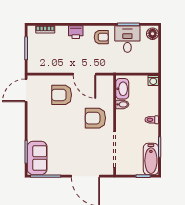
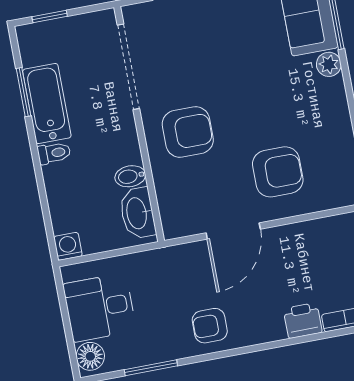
printer: (76, 32) -> (303, 321), moved
desk: (127, 39) -> (100, 307), moved, turned 90
door: (84, 74) -> (233, 231), swing flipped
plant: (32, 135) -> (329, 64), added
bathtub: (151, 159) -> (47, 104), moved

